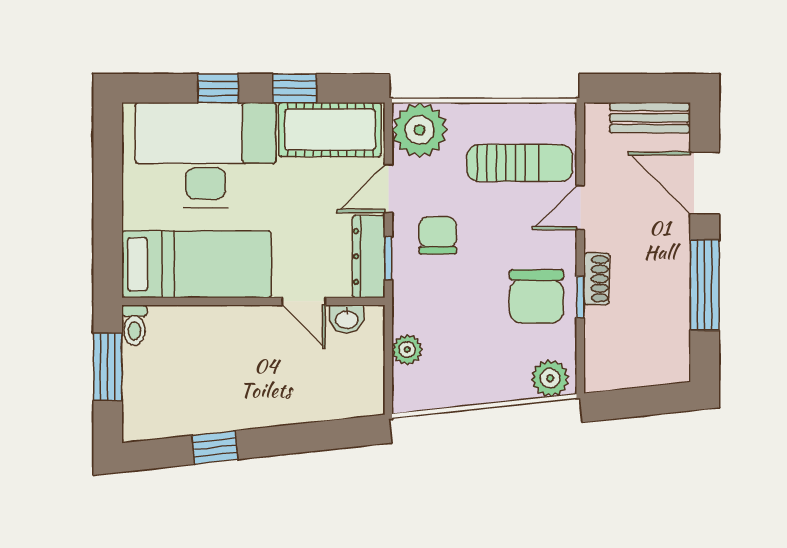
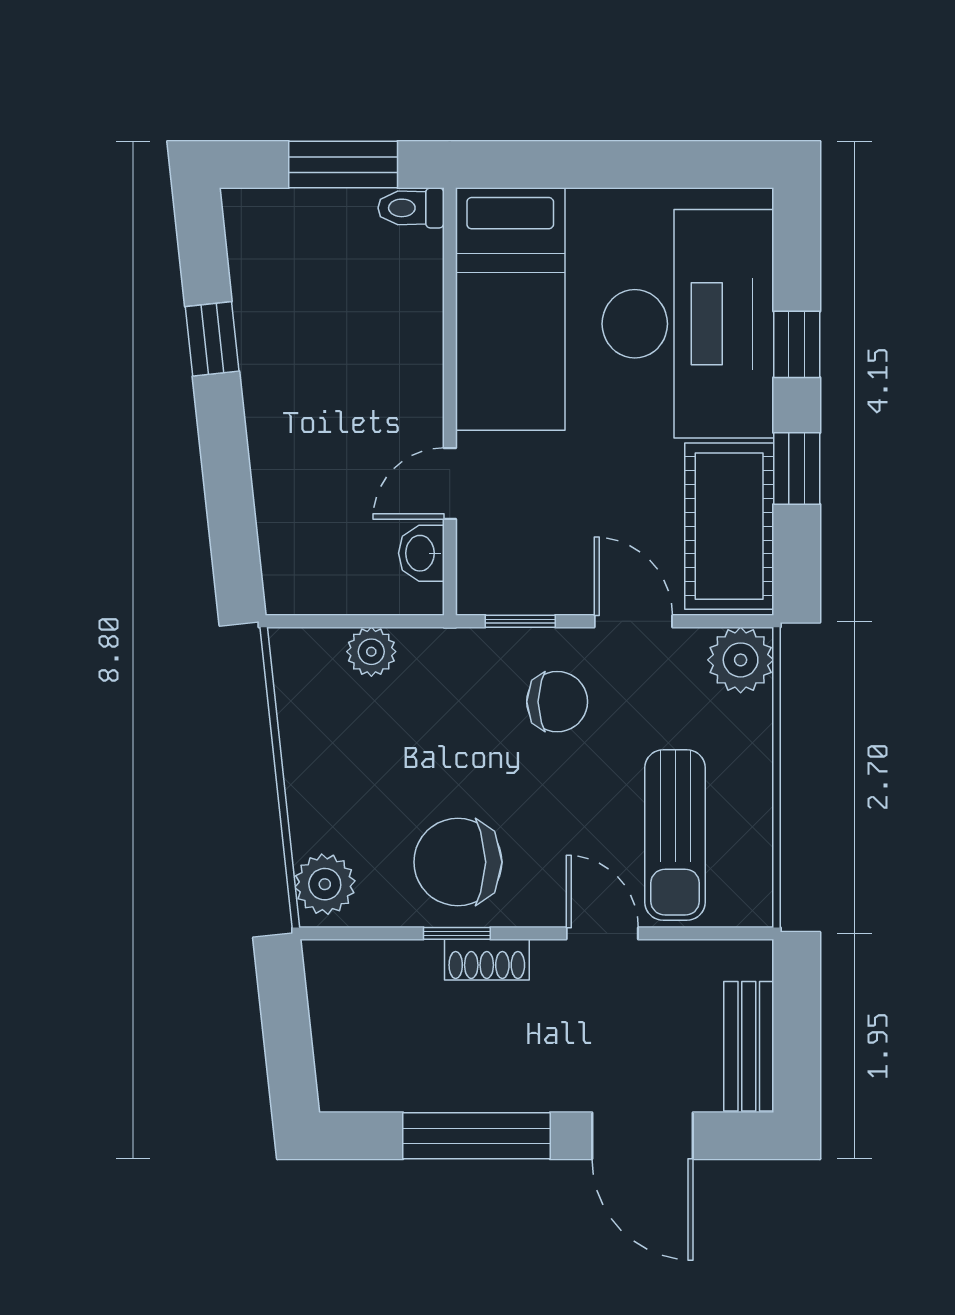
plant: (420, 130) -> (741, 660), width x0.73, depth x0.73
door: (705, 183) -> (642, 1136), swing flipped
dresser: (369, 256) -> (523, 589), removed

